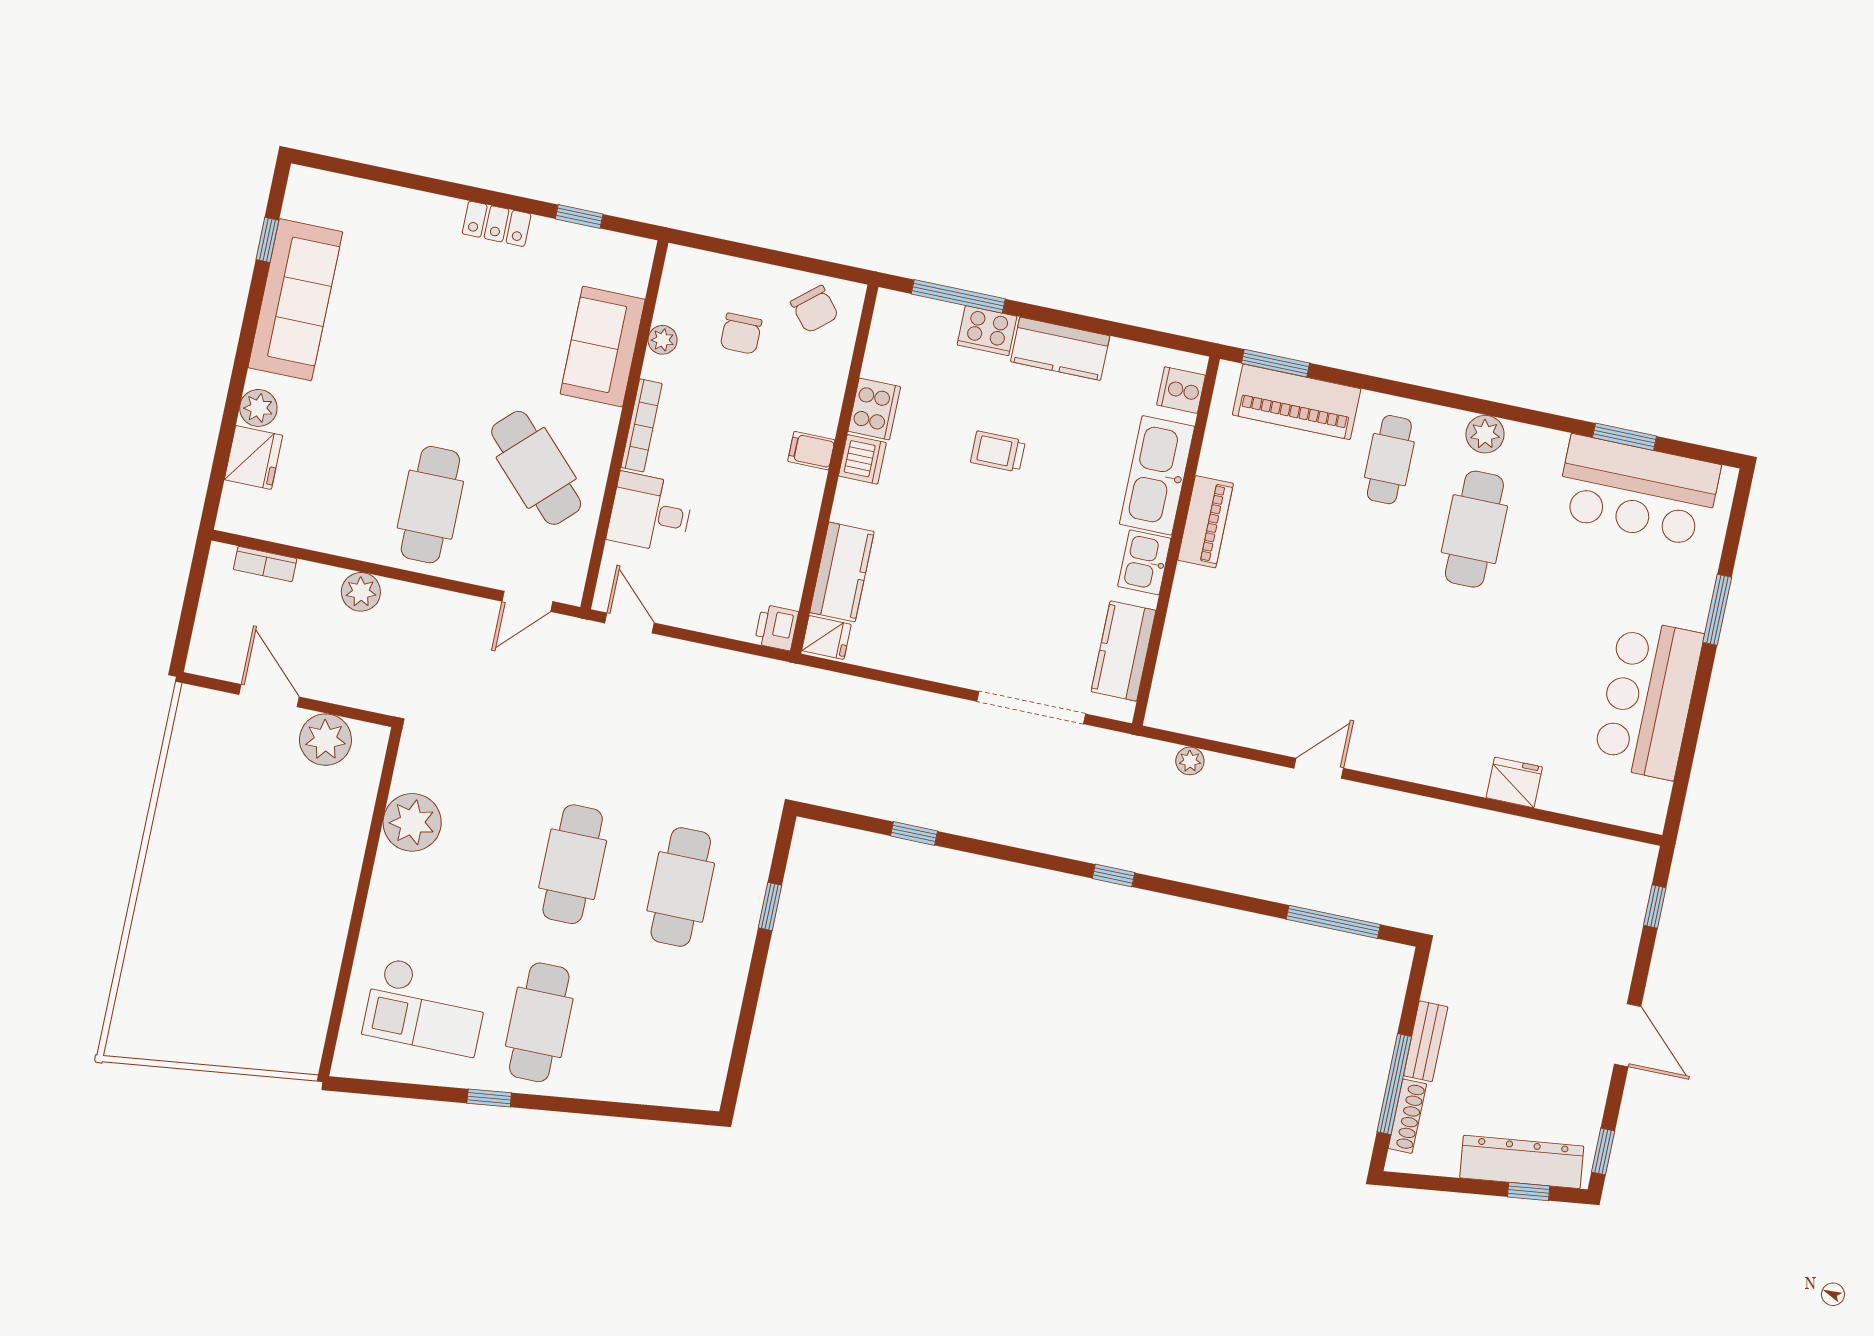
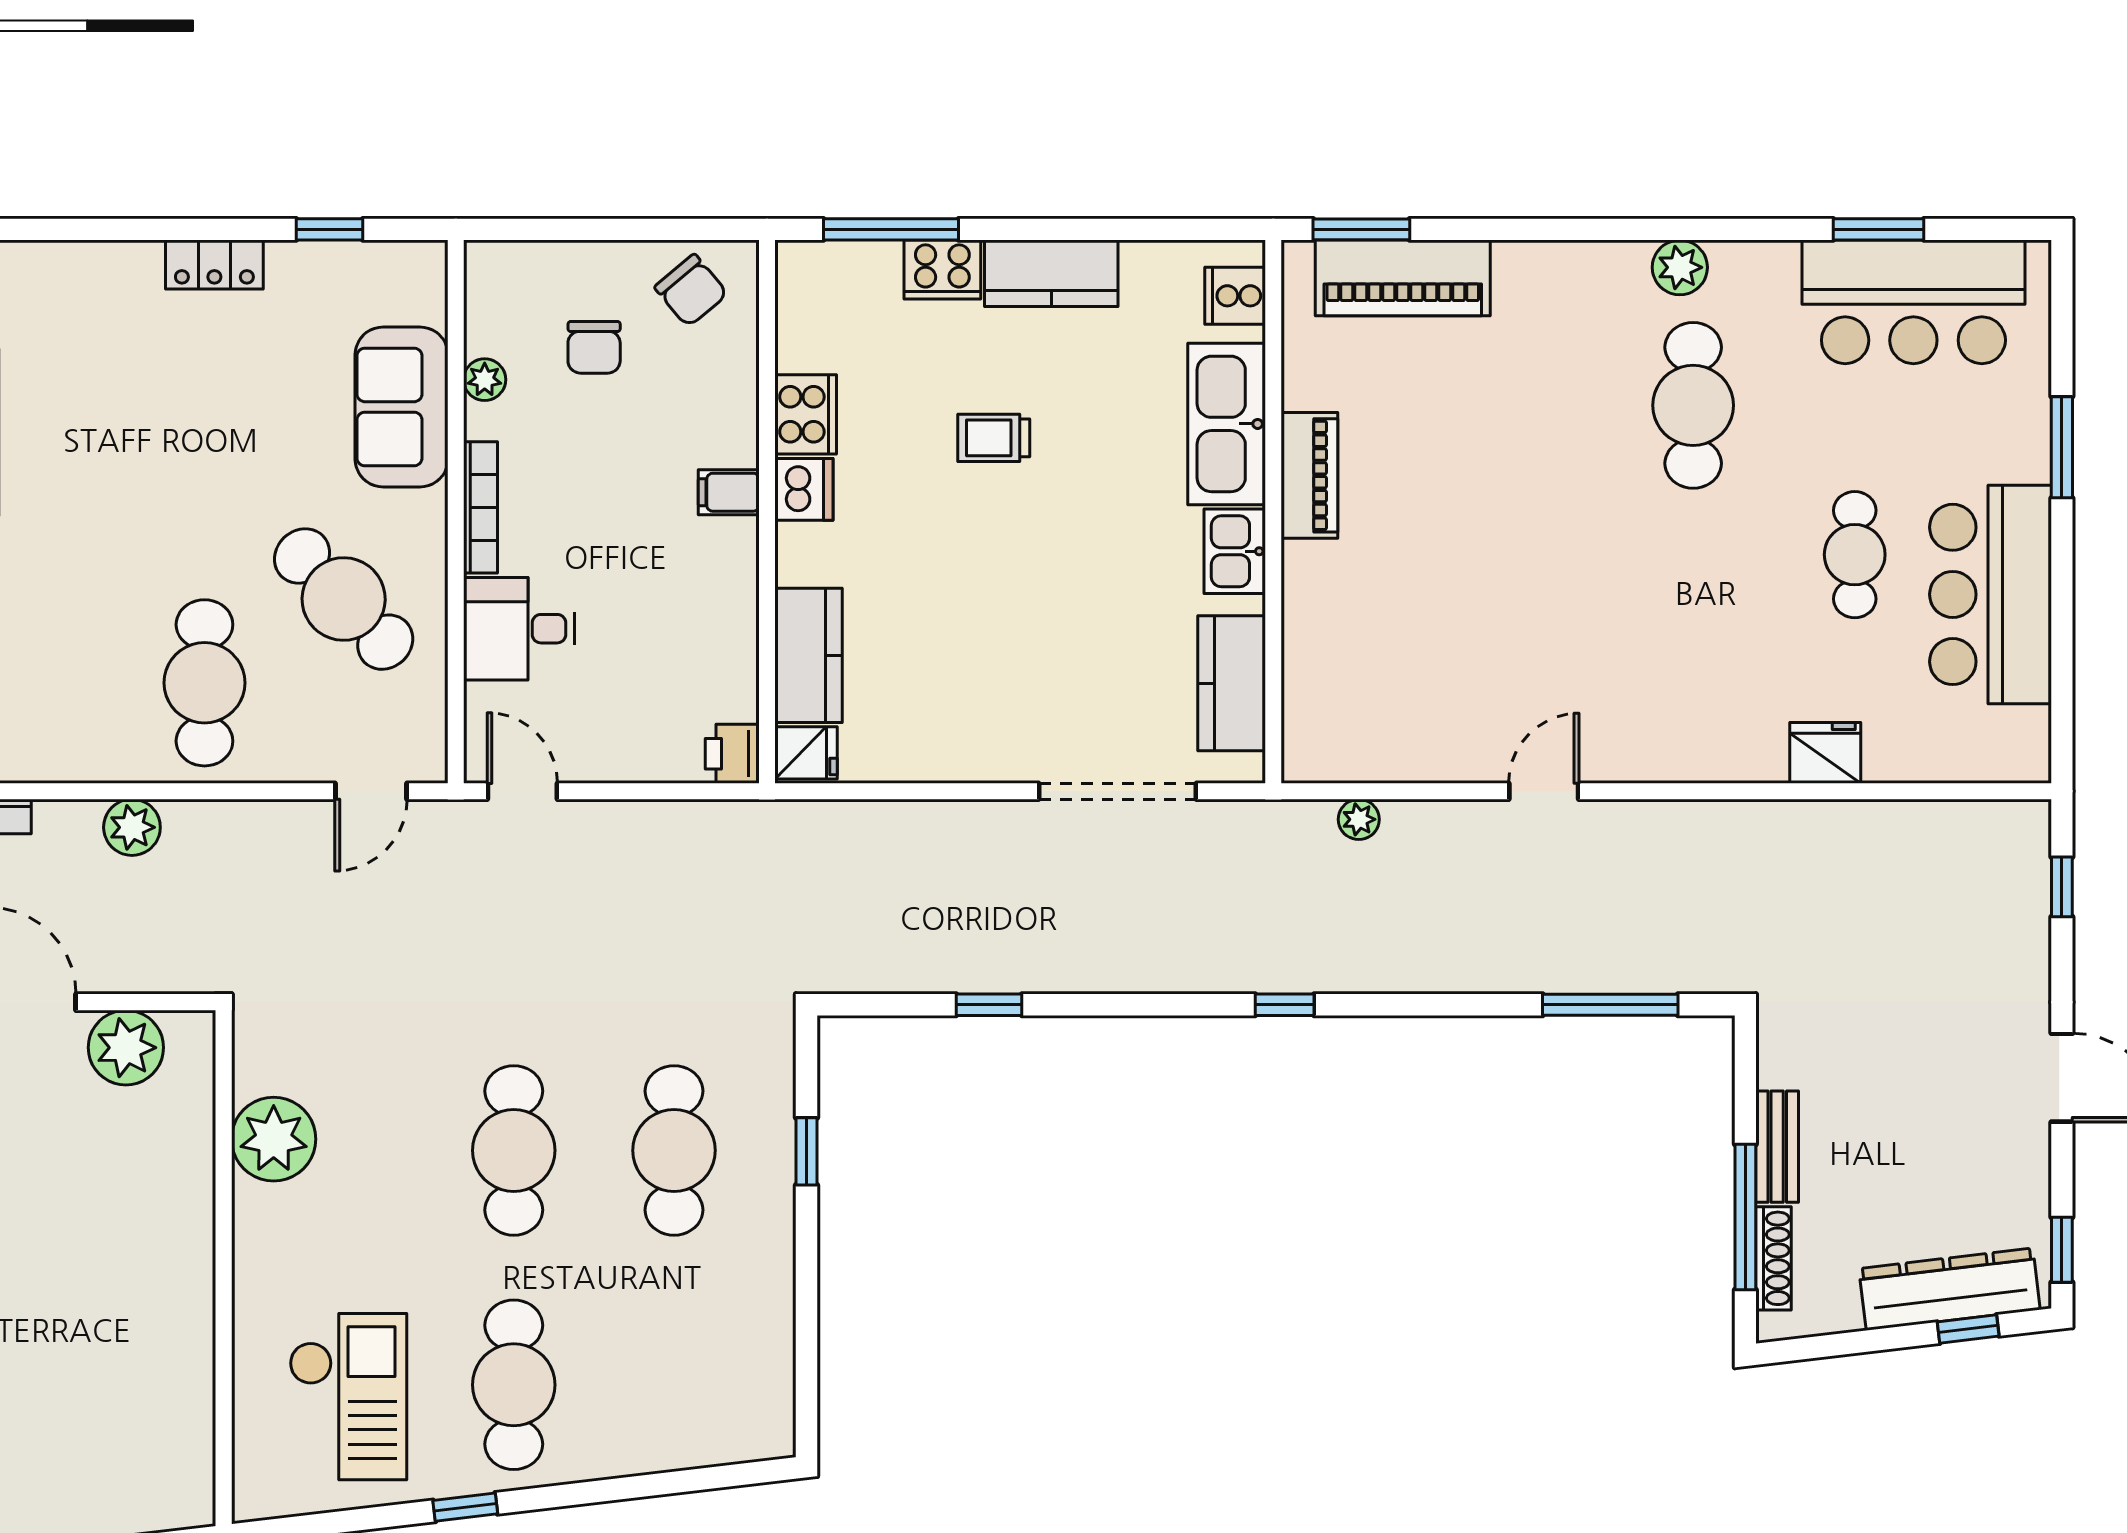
cafe table: (1389, 460) -> (1855, 555), moved
checkout: (426, 1007) -> (348, 1397), turned -90

